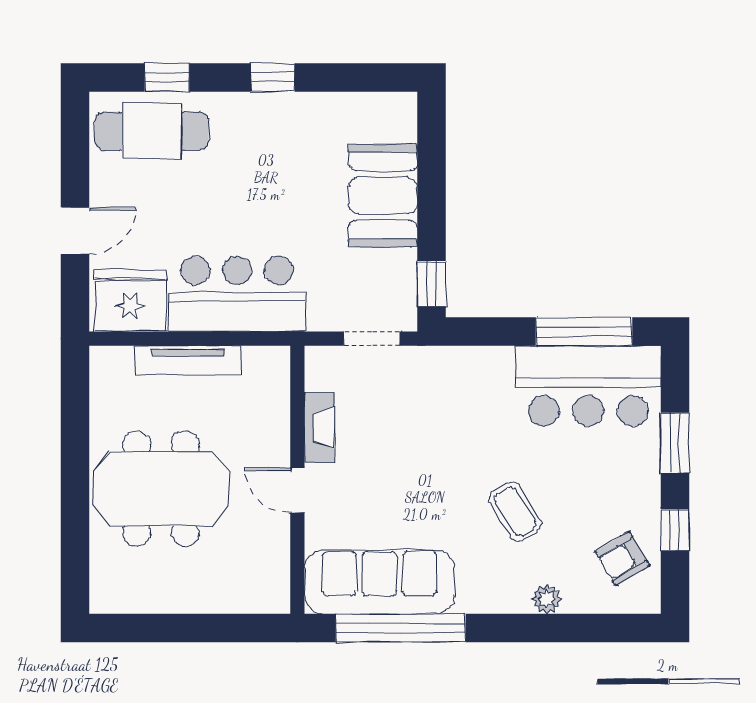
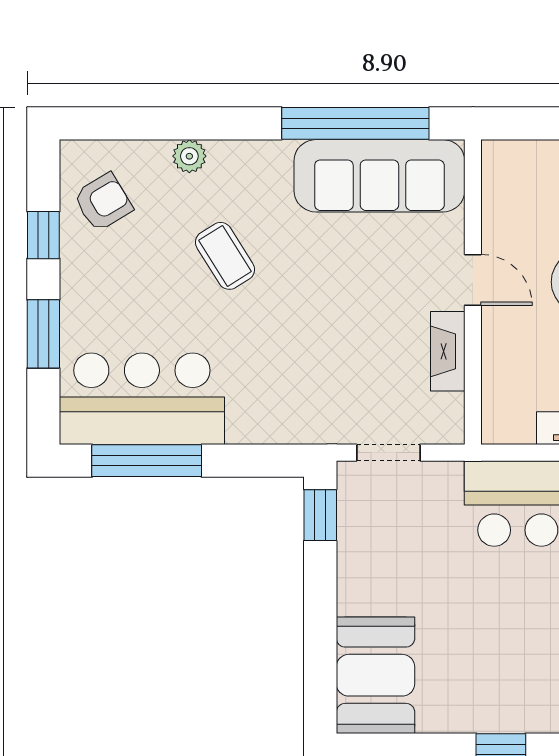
booth: (383, 195) -> (375, 675), moved

